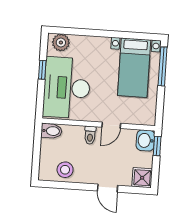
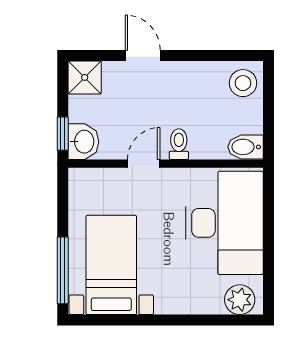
window: (42, 70) -> (268, 251), removed
stool: (65, 170) -> (243, 83), moved

